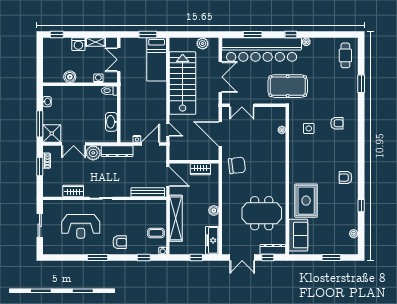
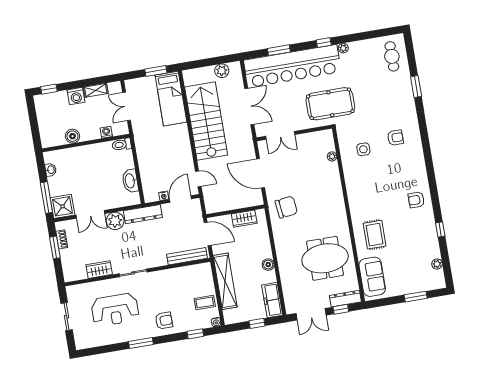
rug: (306, 201) -> (375, 235), width x0.73, depth x0.70

